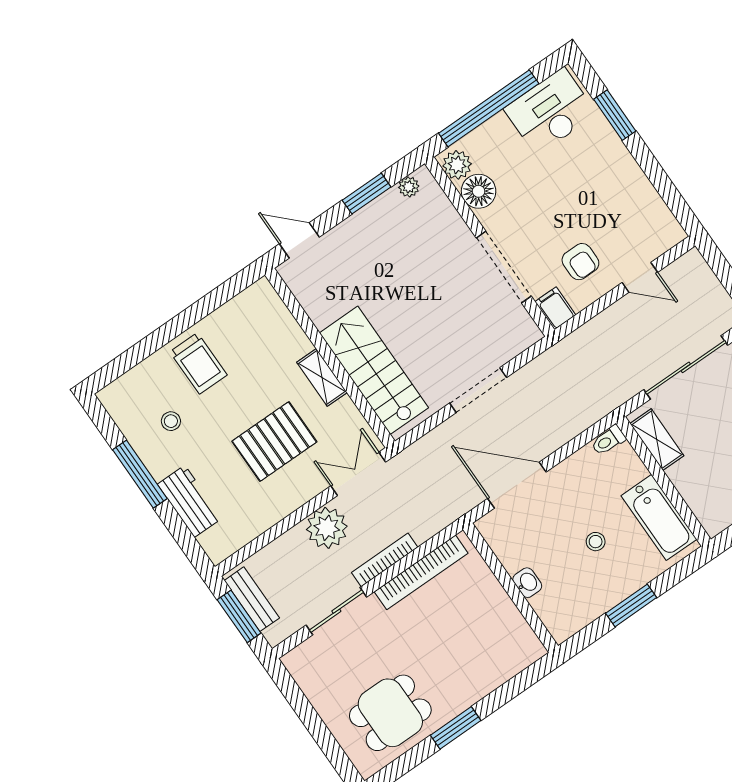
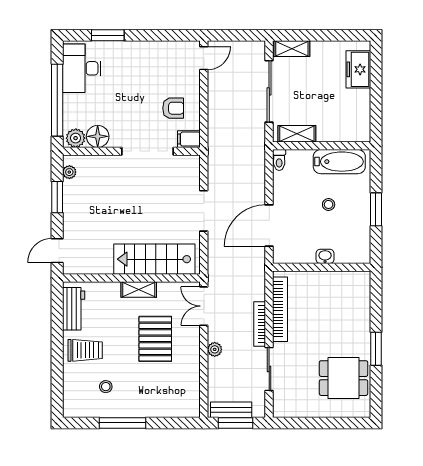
door: (640, 277) -> (204, 58), moved
workbench: (190, 501) -> (74, 309), moved, turned 90
plant: (327, 528) -> (215, 349), width x0.53, depth x0.53
dining table: (390, 713) -> (344, 378), turned 90

